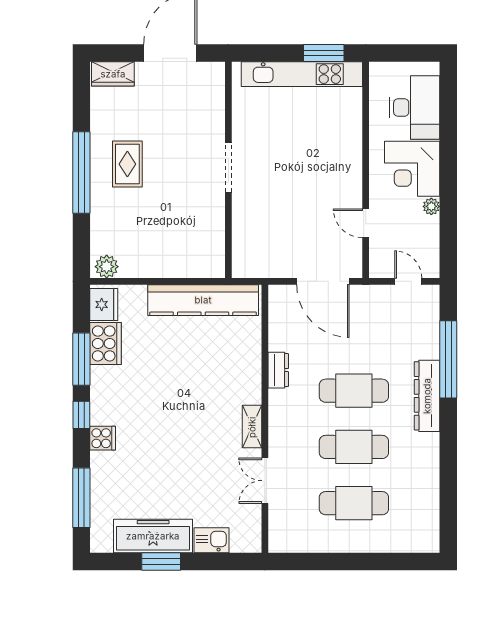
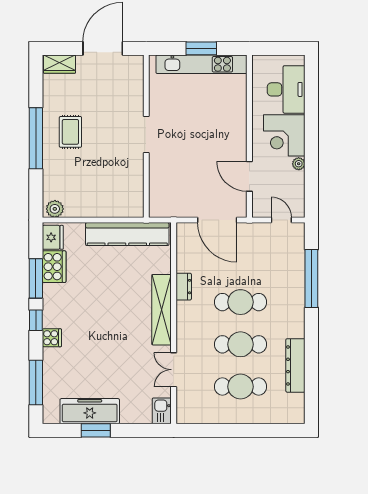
window: (324, 53) -> (201, 48), moved
door: (366, 223) -> (249, 176), width x1.38
dresser: (427, 396) -> (295, 365), moved
shelving: (252, 427) -> (162, 310), width x2.20, depth x1.33
kitchen sink: (212, 540) -> (162, 411), moved, turned -90

